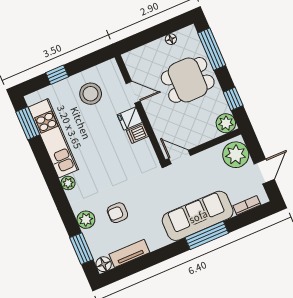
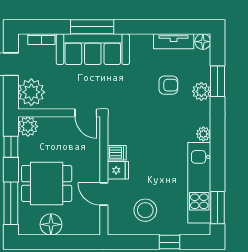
floor lamp: (171, 39) -> (51, 224), width x1.89, depth x1.89
window: (82, 249) -> (218, 81), moved

